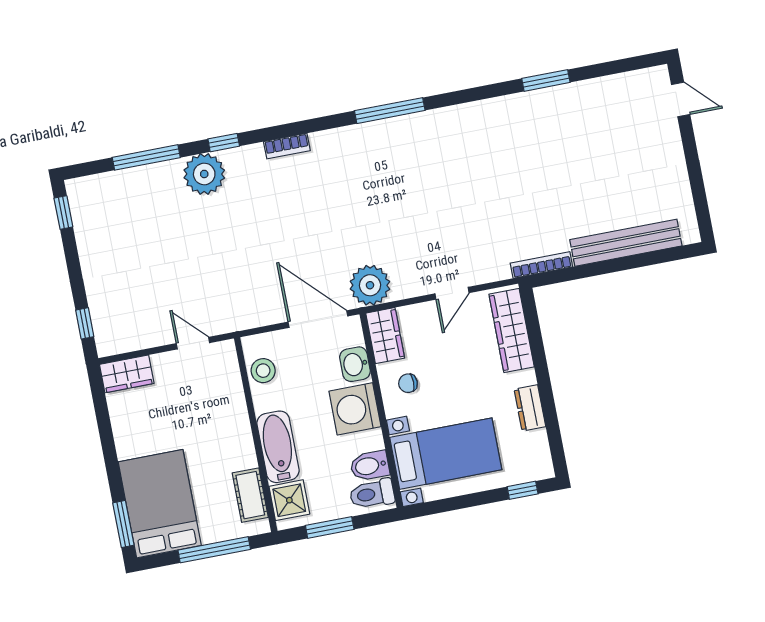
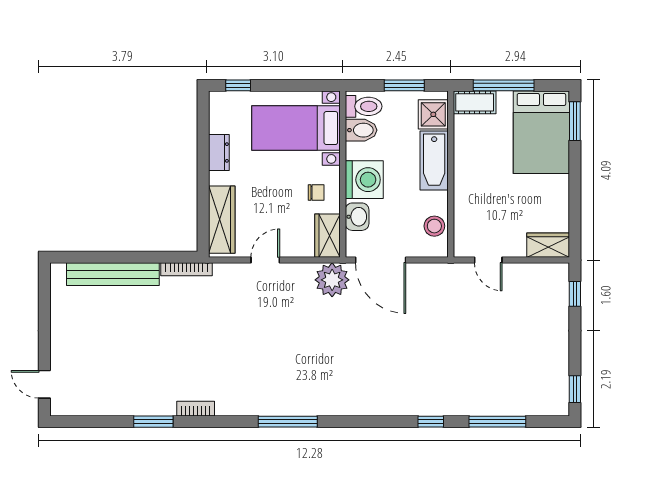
bookcase: (287, 146) -> (196, 409), moved
plant: (204, 174) -> (452, 399), removed
cot: (250, 495) -> (475, 102), moved, turned 90

